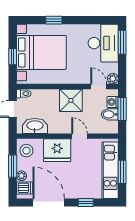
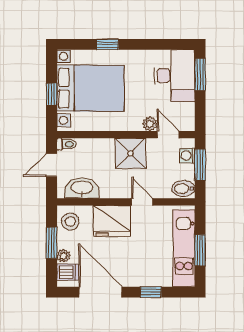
plant: (113, 79) -> (150, 124), moved
bidet: (110, 114) -> (183, 189), moved

